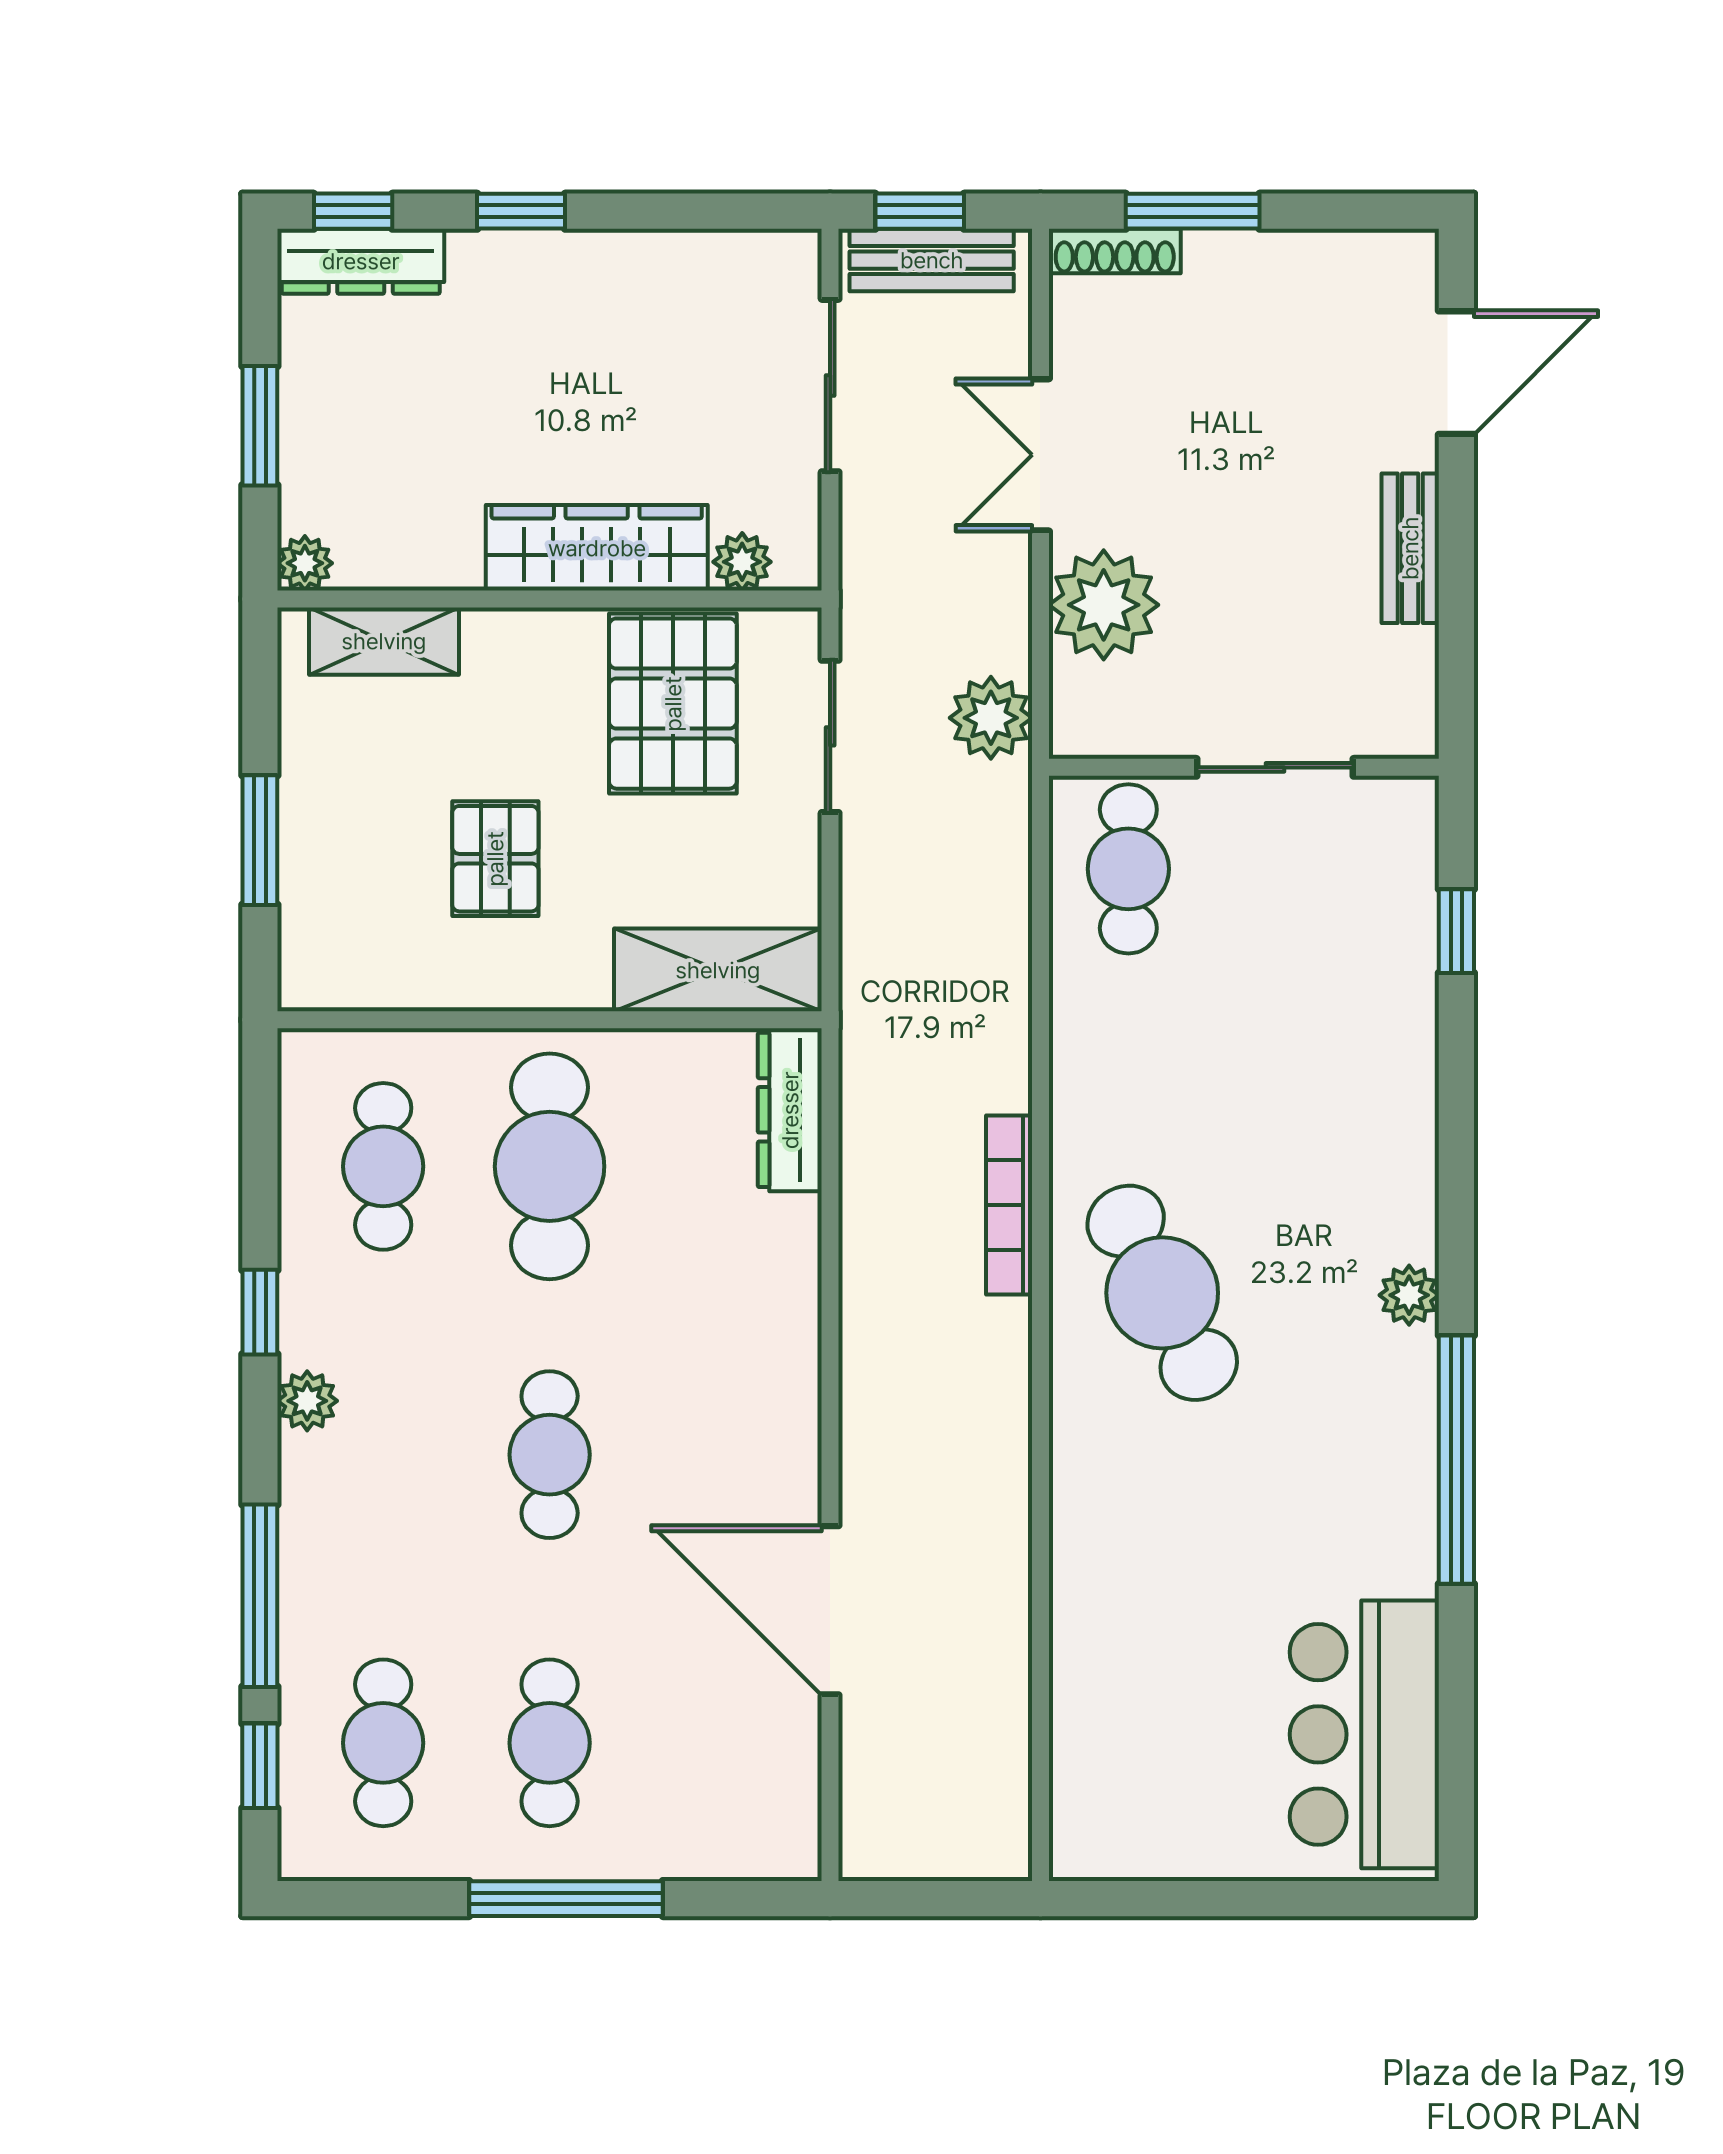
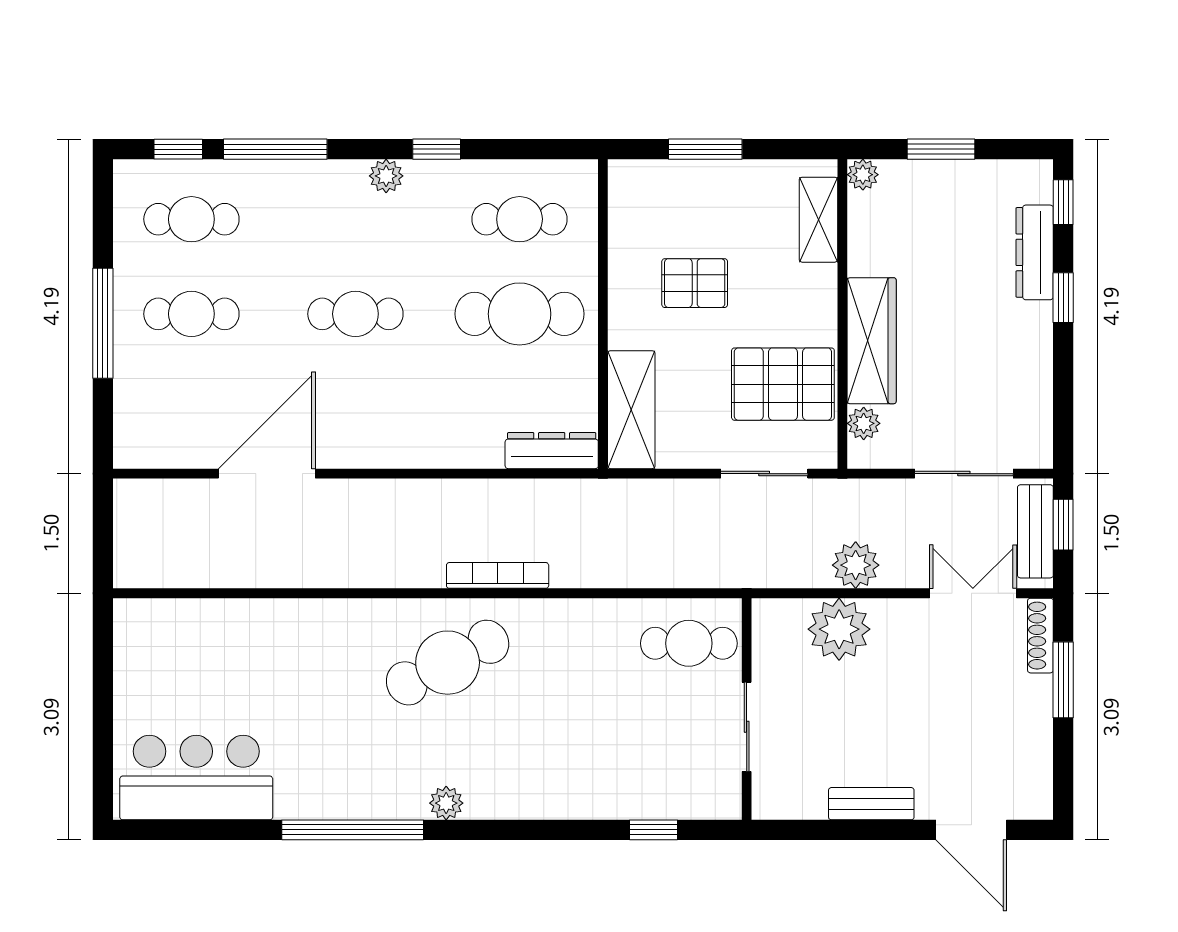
dresser: (361, 261) -> (1035, 252), moved
double door: (1040, 455) -> (973, 593), moved
plant: (991, 718) -> (856, 565), moved

